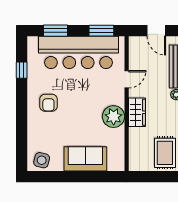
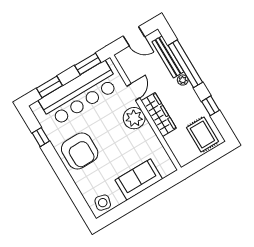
armchair: (48, 103) -> (80, 151), width x1.88, depth x1.88
wardrobe: (137, 112) -> (159, 115), width x1.50
plant: (114, 117) -> (134, 118), moved

